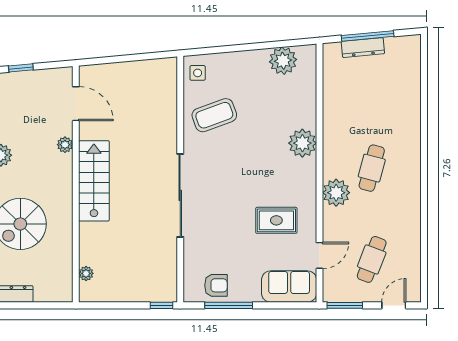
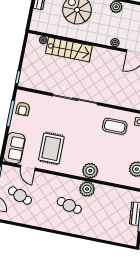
coffee table: (214, 115) -> (115, 126), turned -70
stairs: (94, 181) -> (69, 50), moved
plant: (336, 193) -> (87, 189), moved
rug: (276, 220) -> (51, 148), width x1.36, depth x1.43

